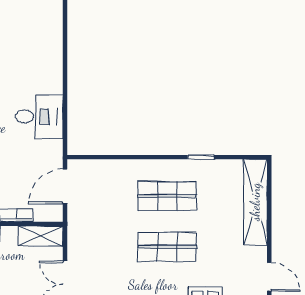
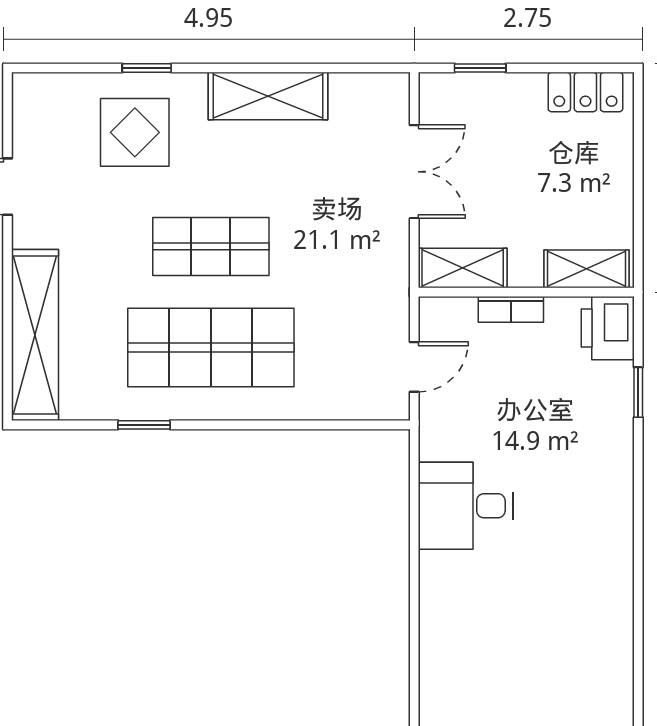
door: (65, 186) -> (414, 367), width x0.73
shop shelf: (167, 196) -> (211, 347), width x1.43, depth x1.36

